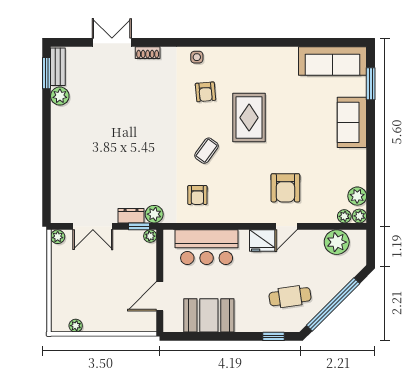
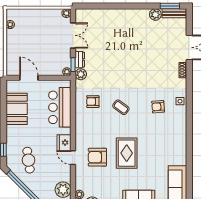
rug: (249, 118) -> (127, 153), moved, turned 90
double door: (93, 226) -> (73, 35), swing flipped

